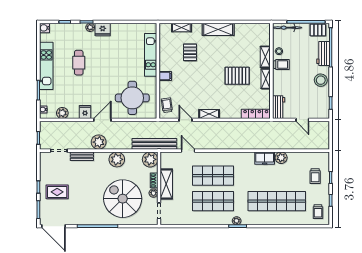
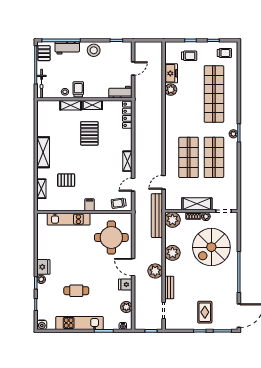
freezer: (265, 158) -> (171, 73), moved

